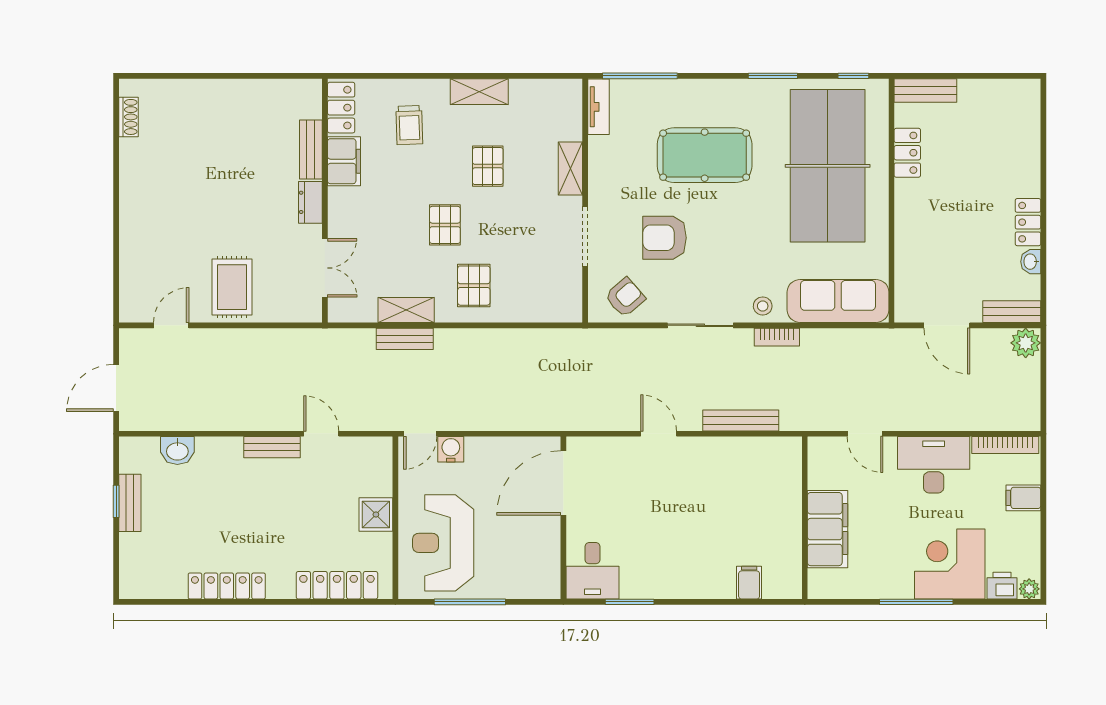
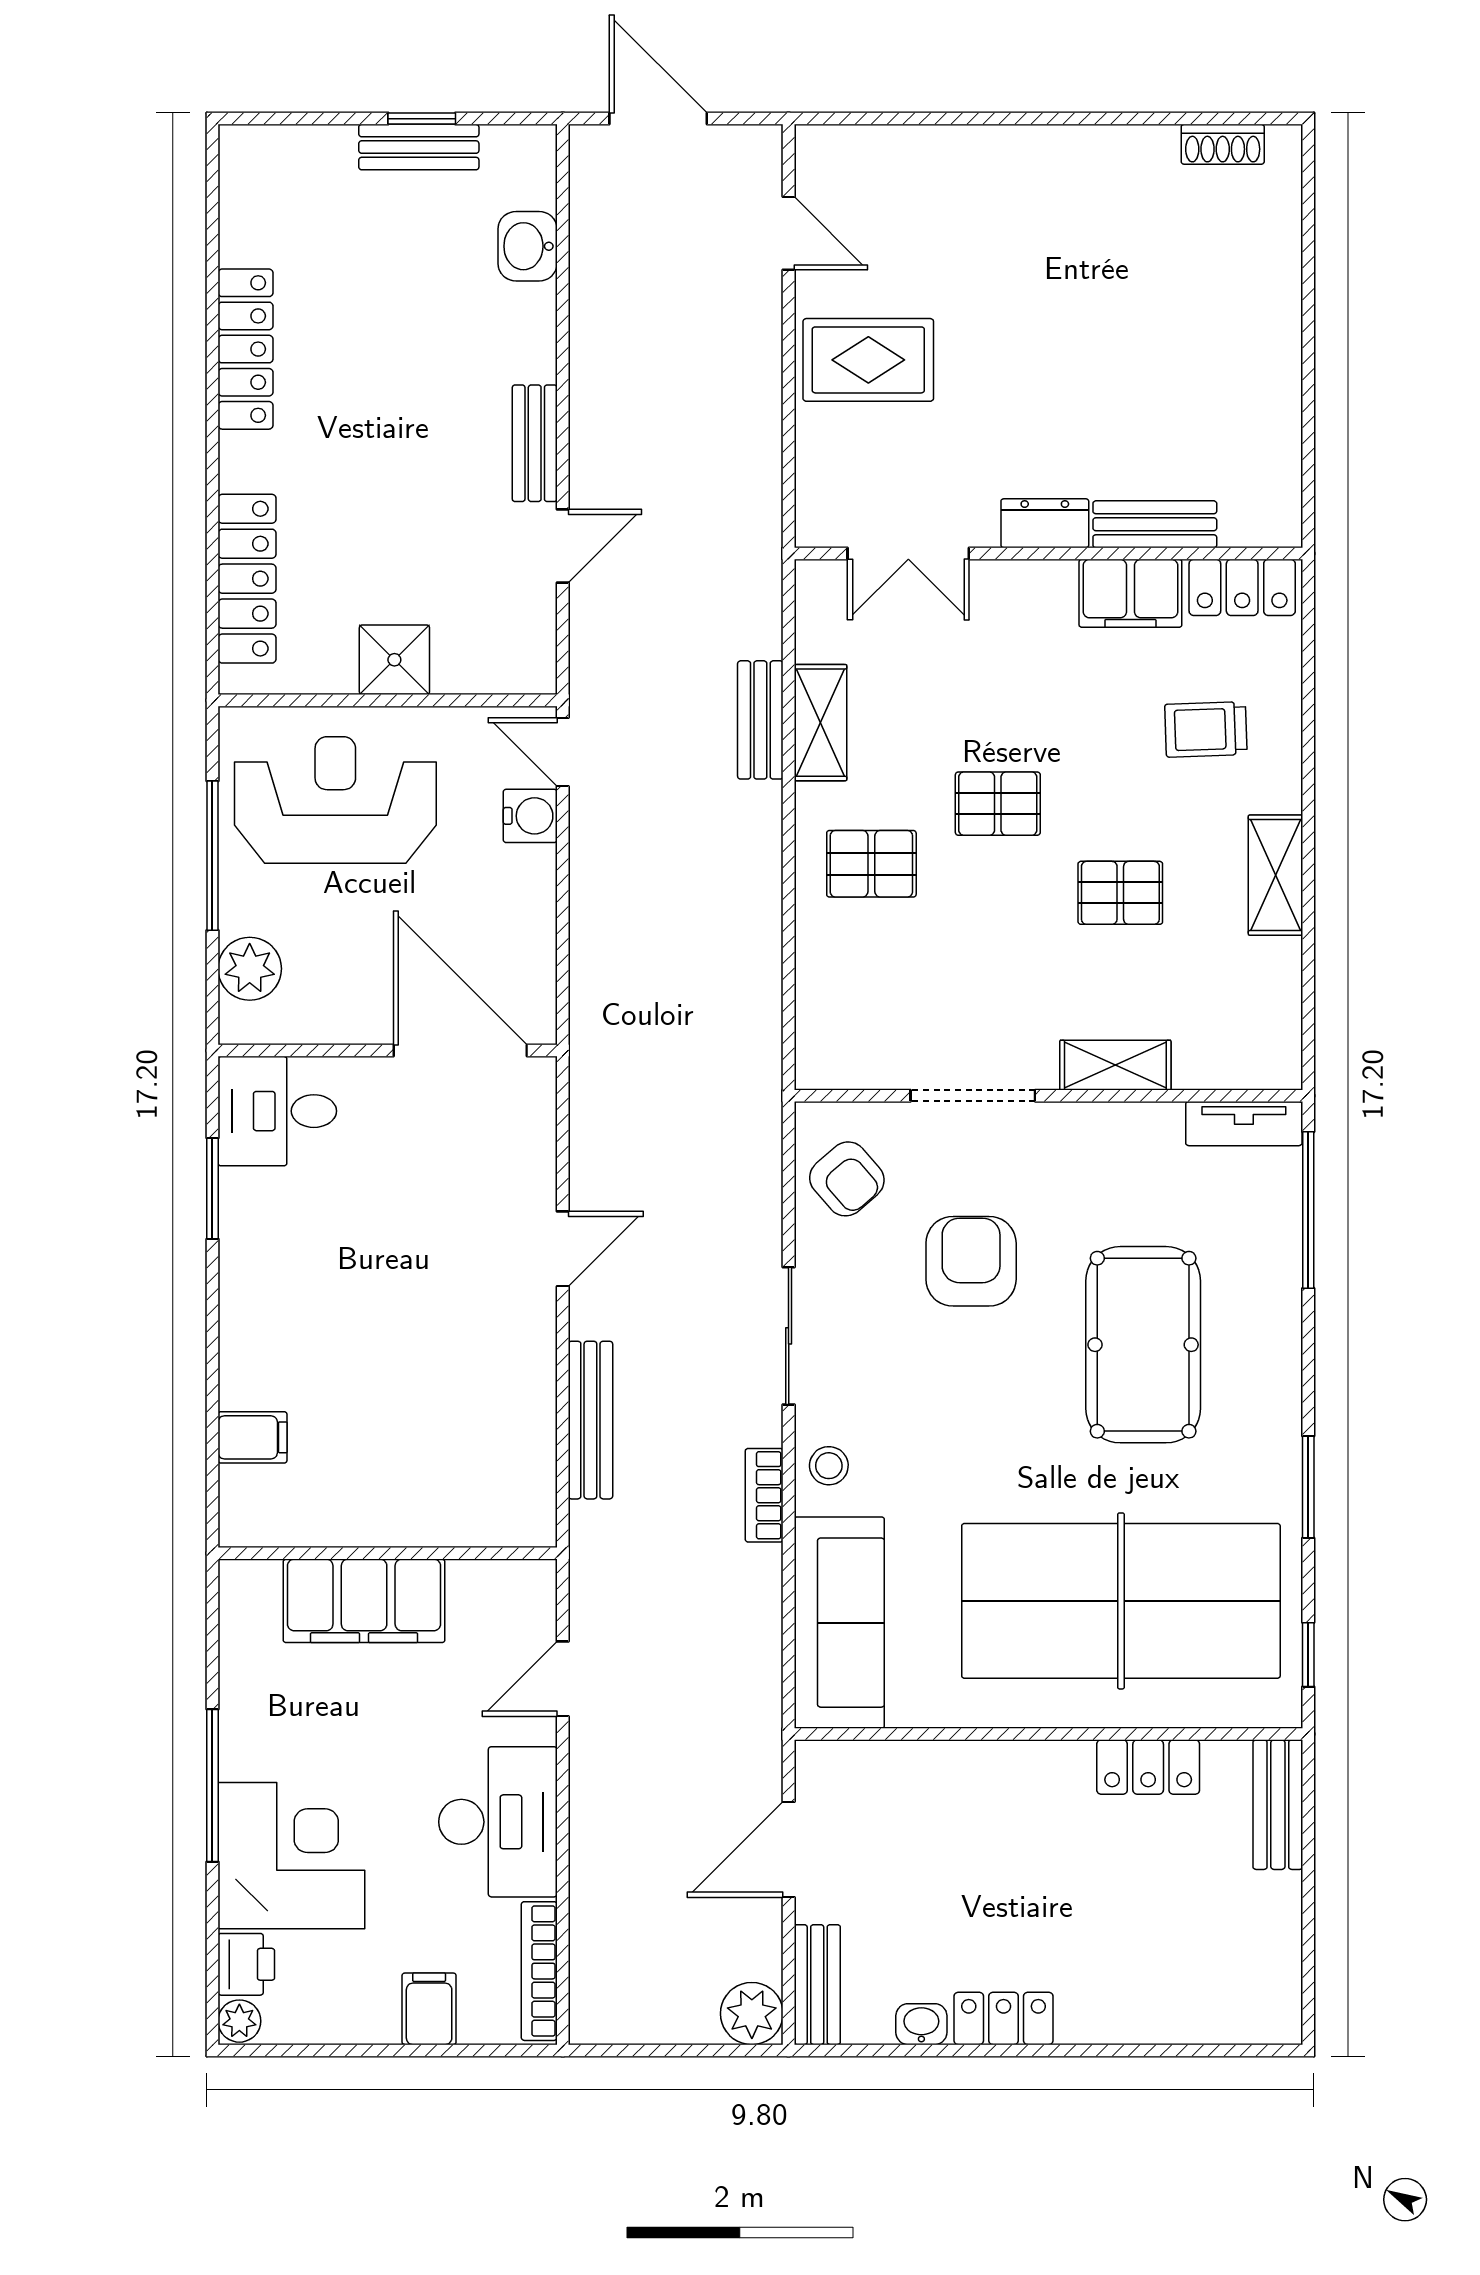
plant: (524, 584) -> (250, 969), added

